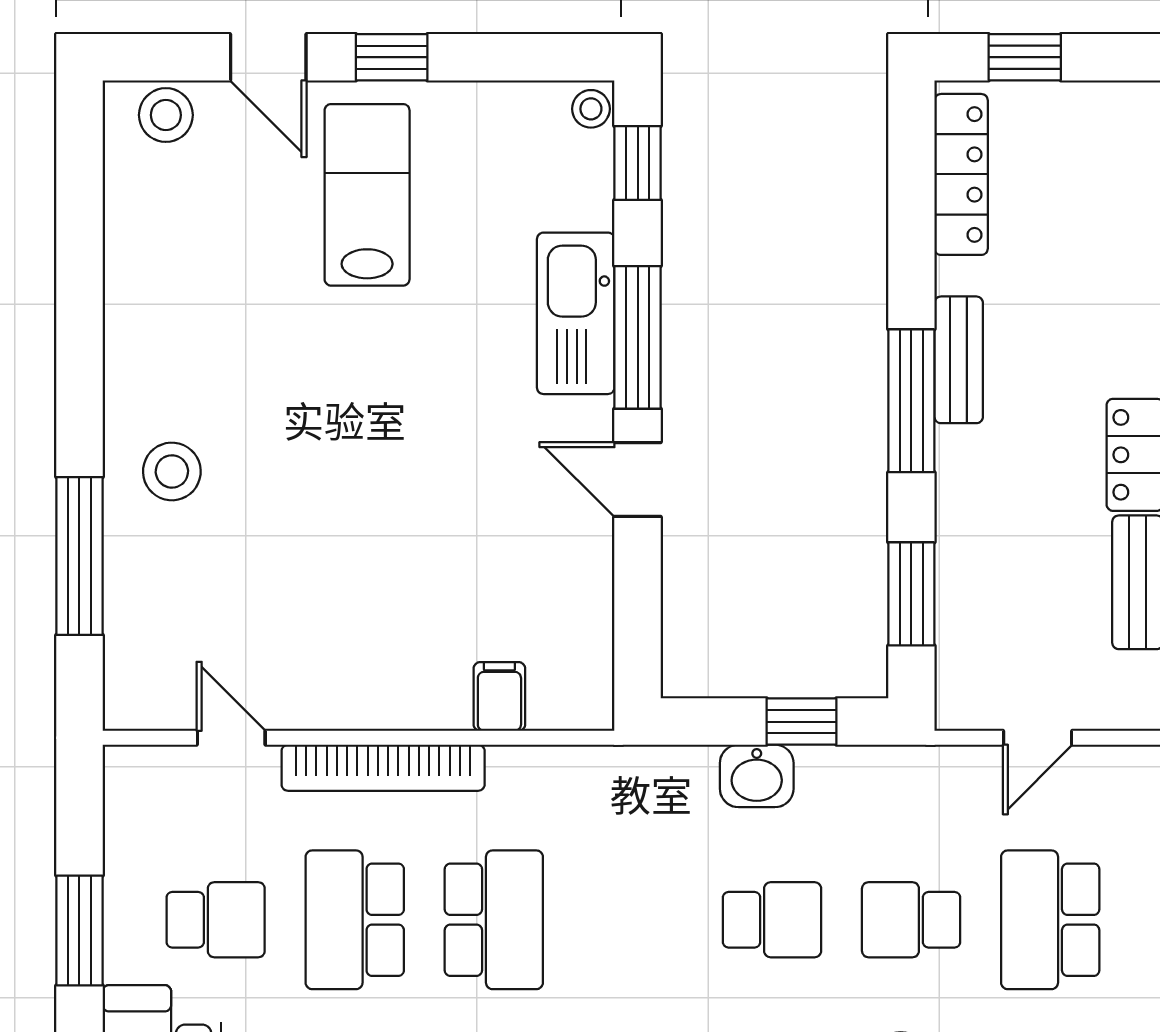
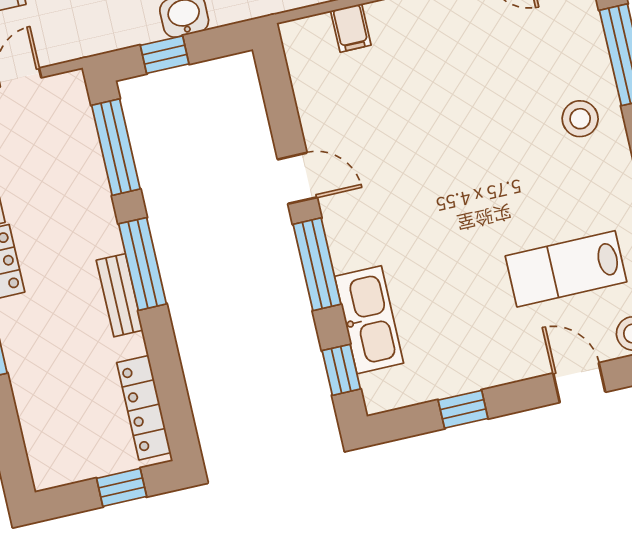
window: (392, 57) -> (463, 409), moved
stool: (591, 109) -> (377, 396), removed
lab bench: (367, 195) -> (566, 269), moved, turned 90
kitchen sink: (576, 313) -> (369, 320), moved
window: (911, 594) -> (116, 147), width x1.44

